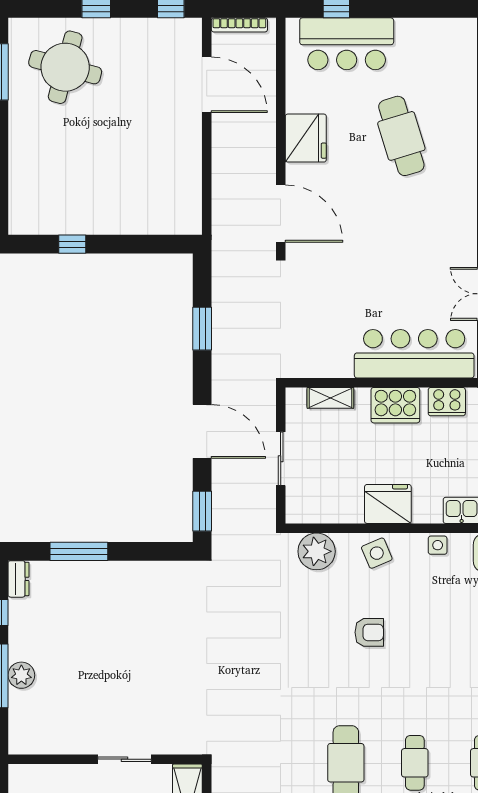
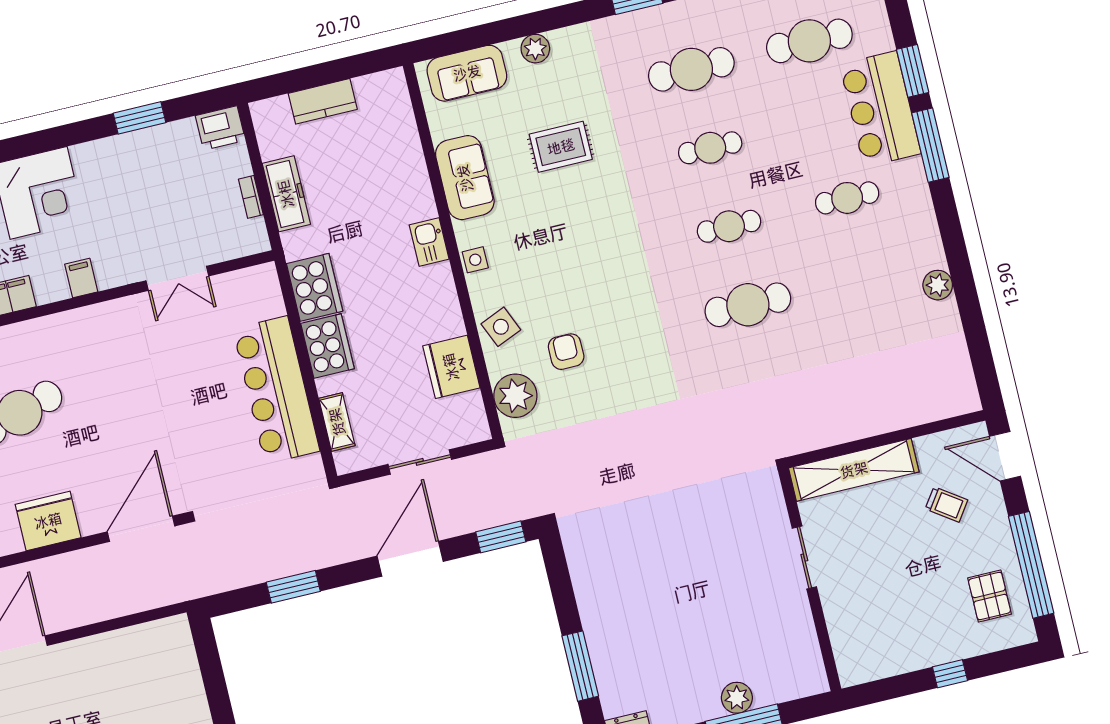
bar counter: (414, 354) -> (276, 390), moved
cooker: (447, 402) -> (315, 287), width x1.37, depth x1.31
fridge: (388, 504) -> (451, 367), moved
armchair: (369, 632) -> (566, 352), moved

